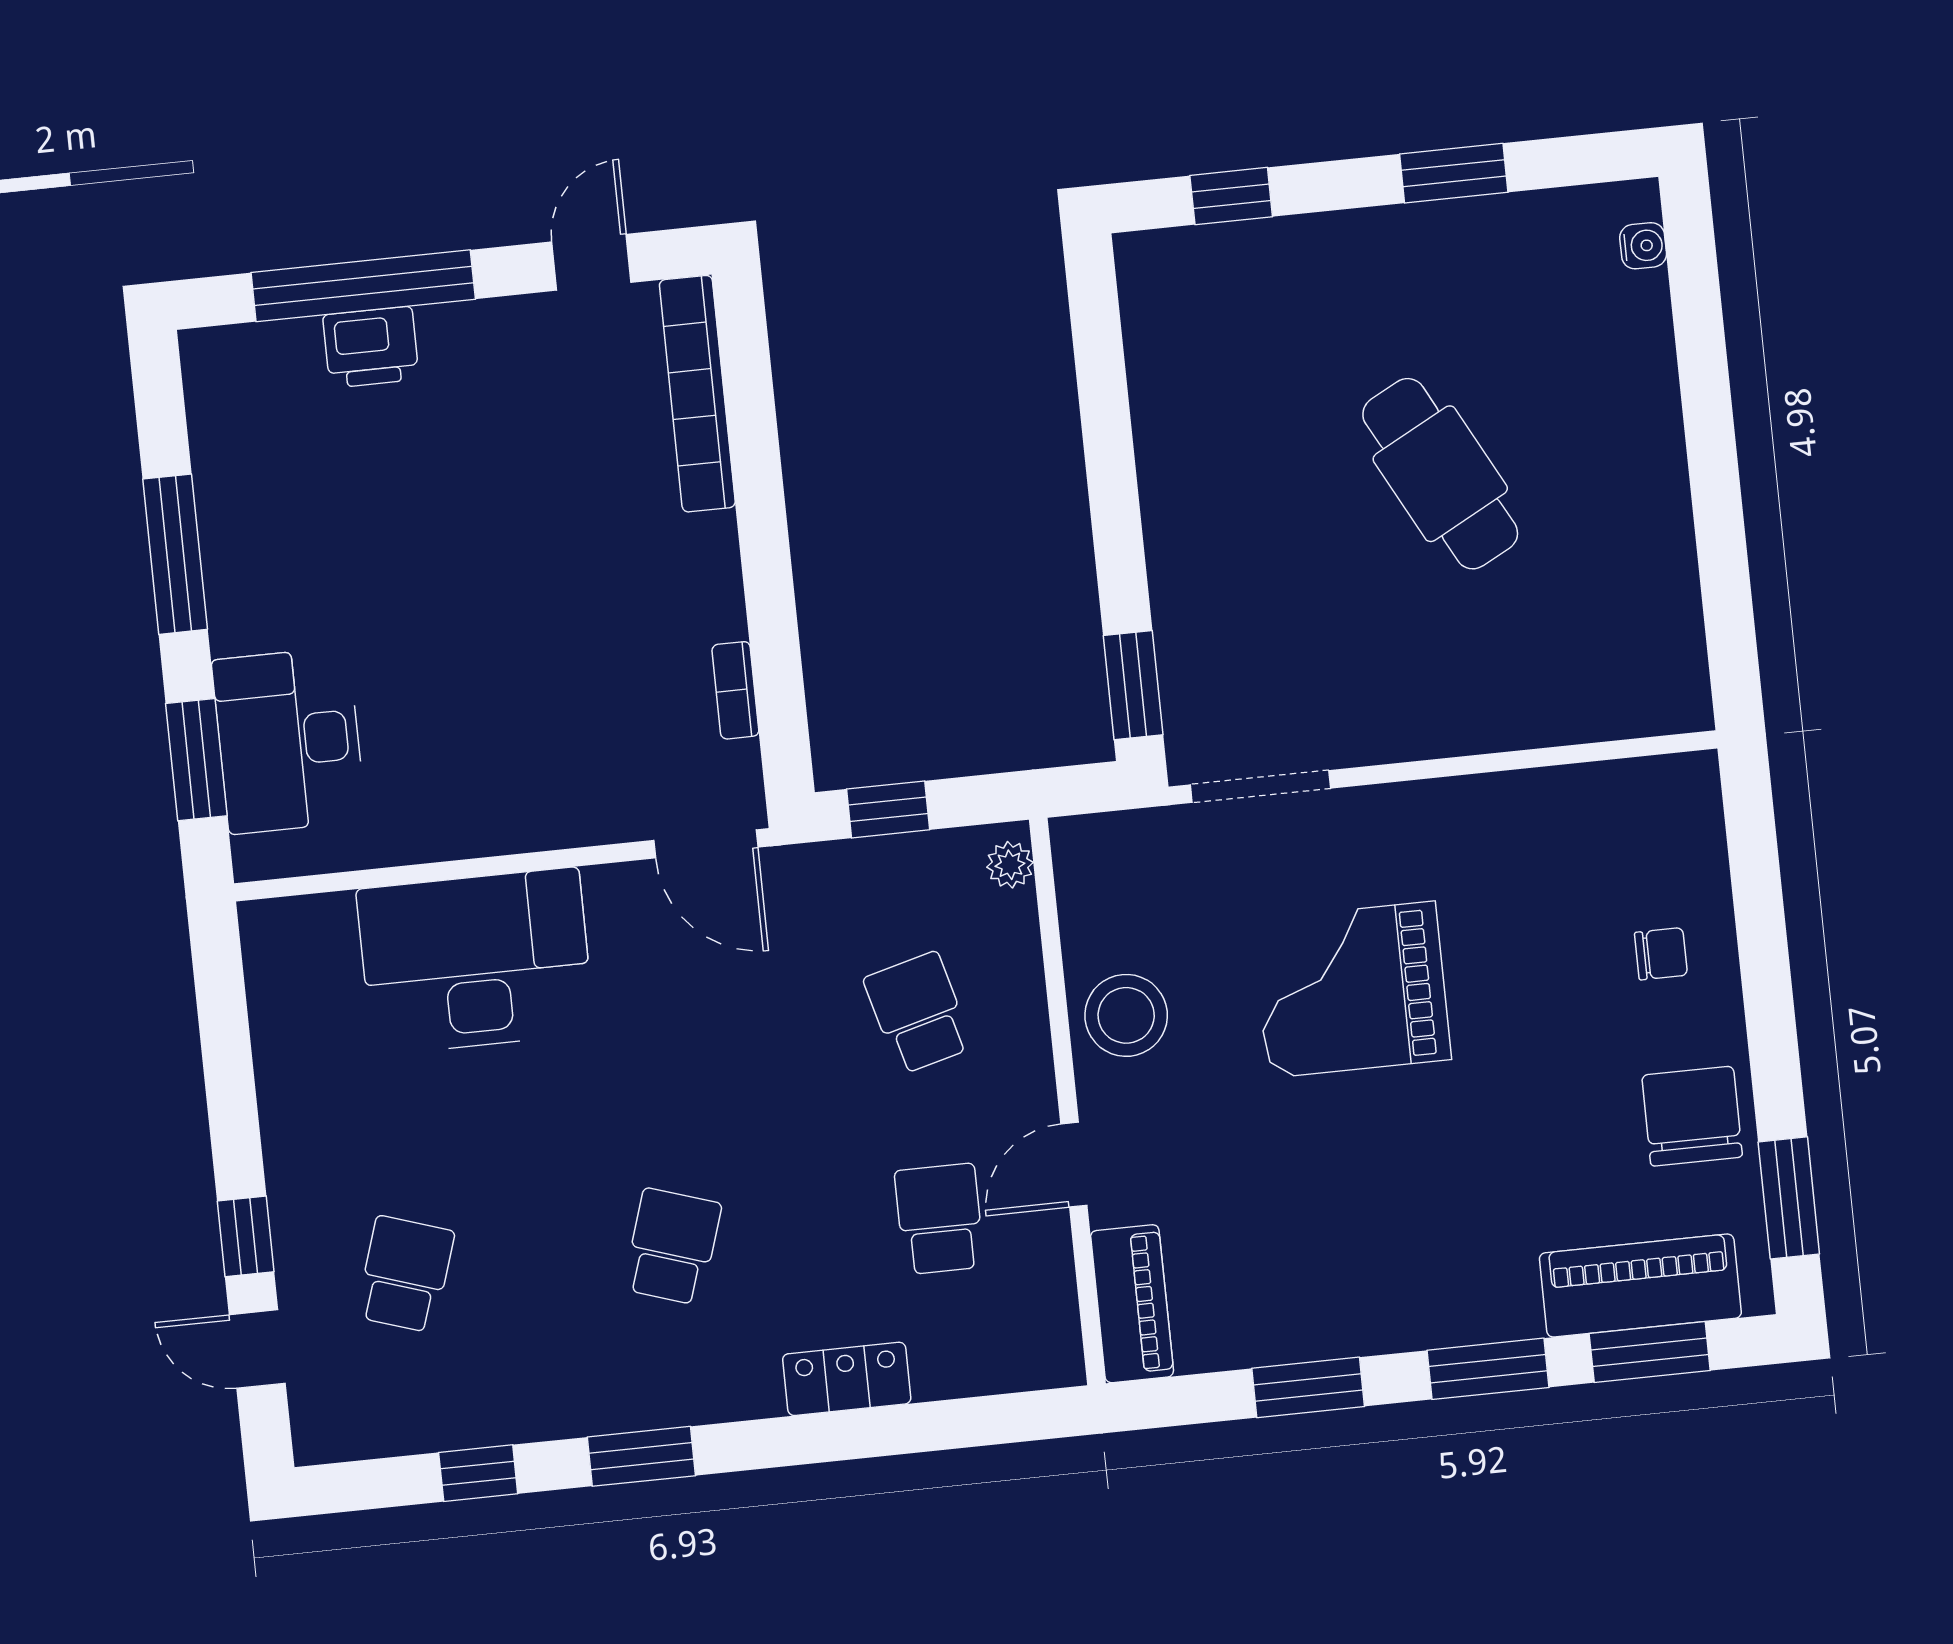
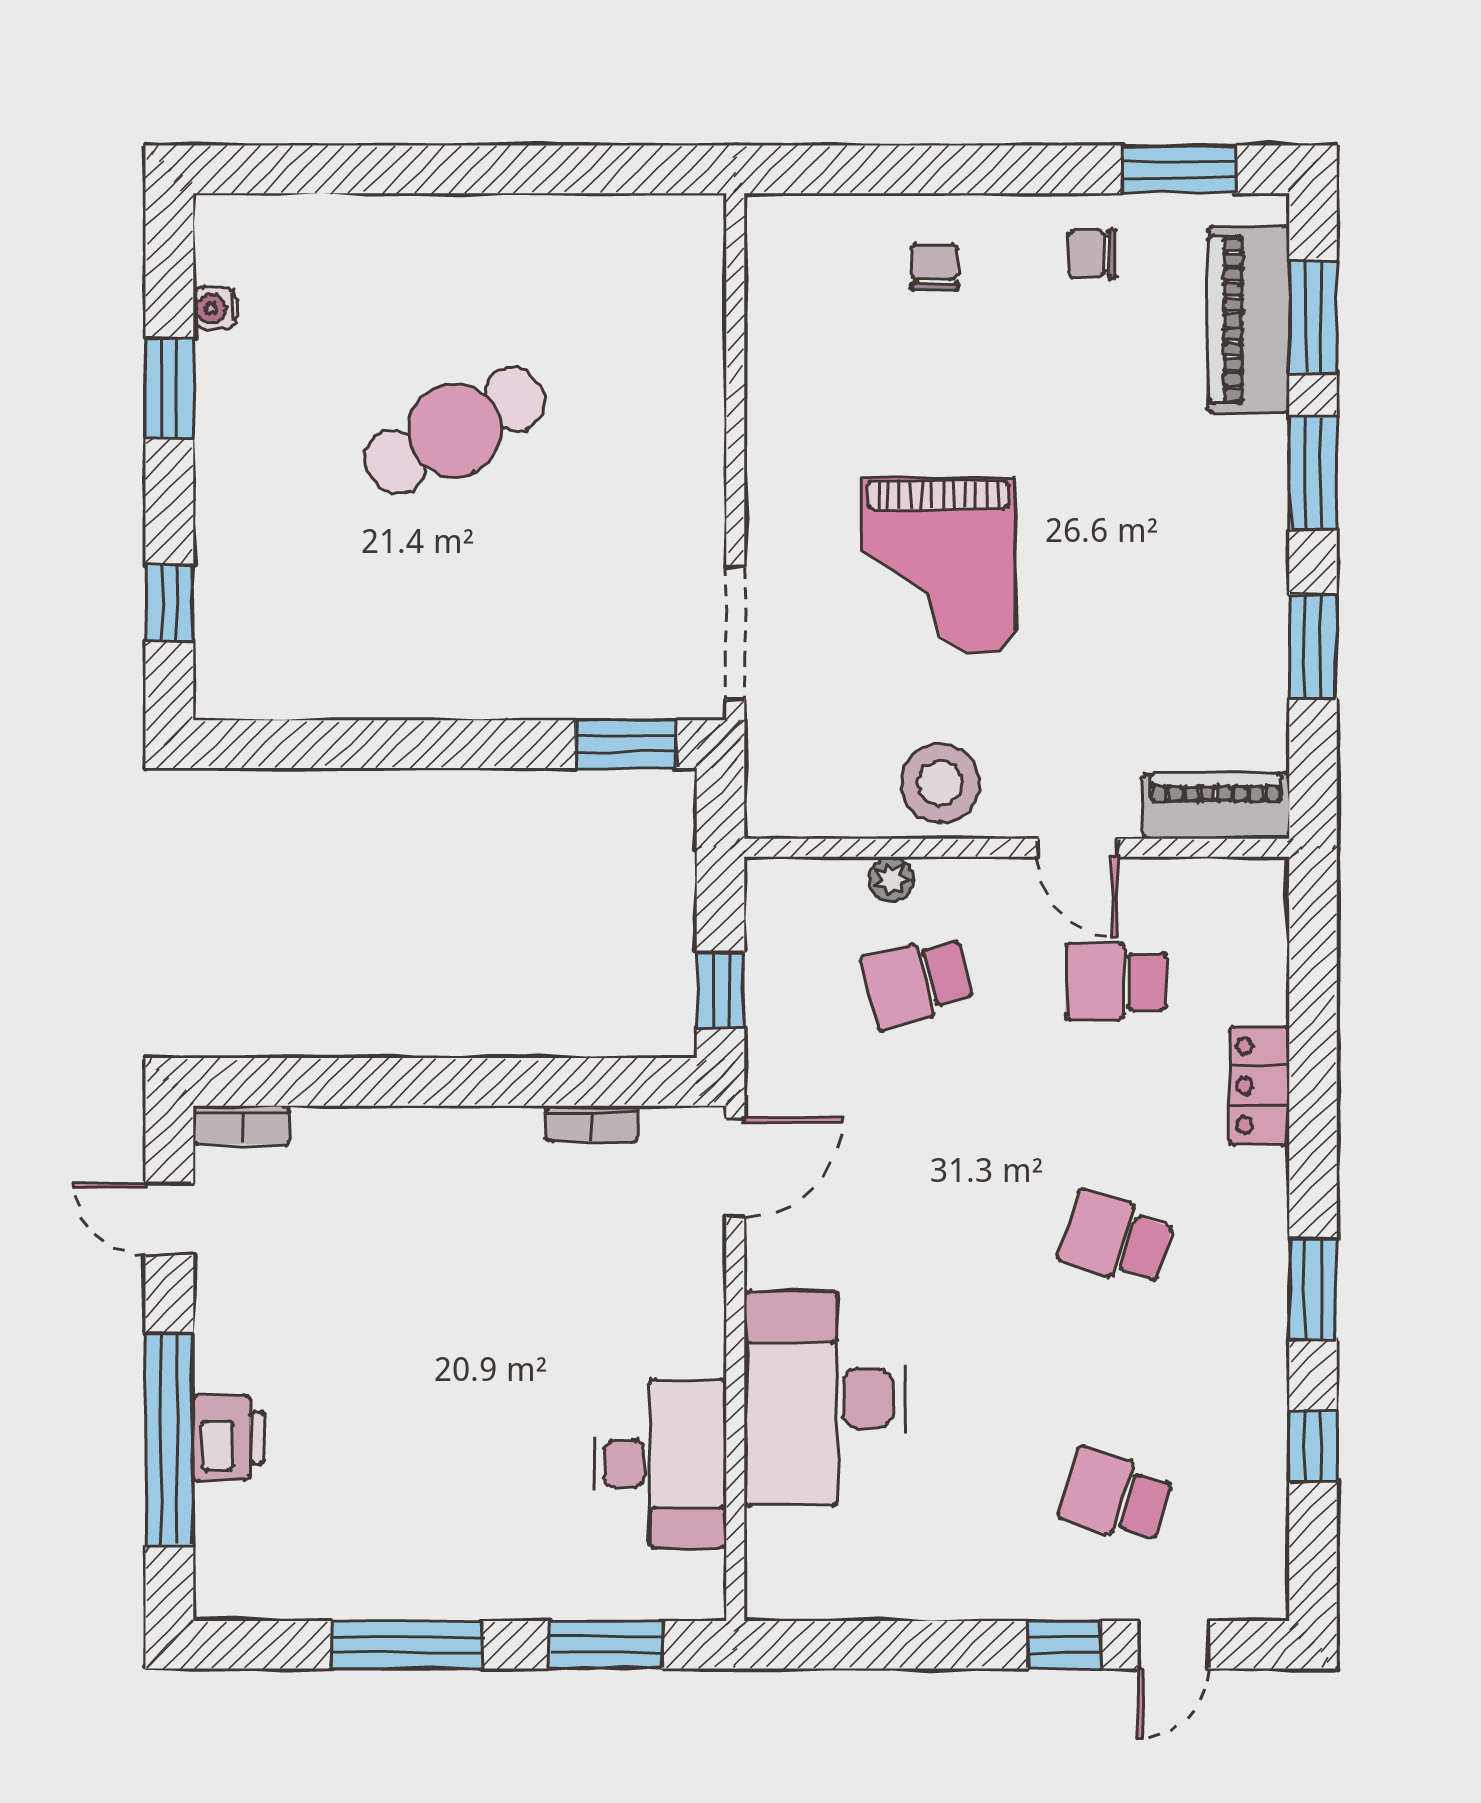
water cooler: (1643, 246) -> (215, 308), moved, turned -90
bookcase: (697, 394) -> (242, 1125), width x0.43, depth x0.76
desk: (289, 741) -> (660, 1464), moved, turned -90
plant: (1010, 865) -> (891, 879), moved
chair: (1692, 1116) -> (1092, 254), width x0.54, depth x0.54

